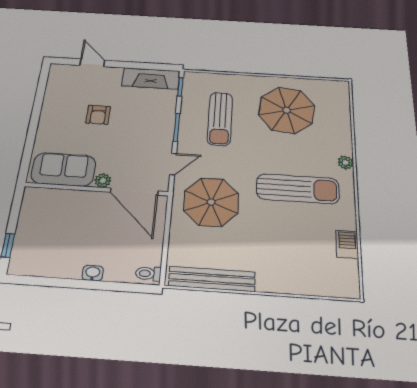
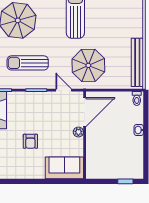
armchair: (98, 115) -> (30, 141), turned 90
sun lounger: (220, 119) -> (28, 63), turned 180
sofa: (64, 169) -> (64, 168), moved, turned 90

